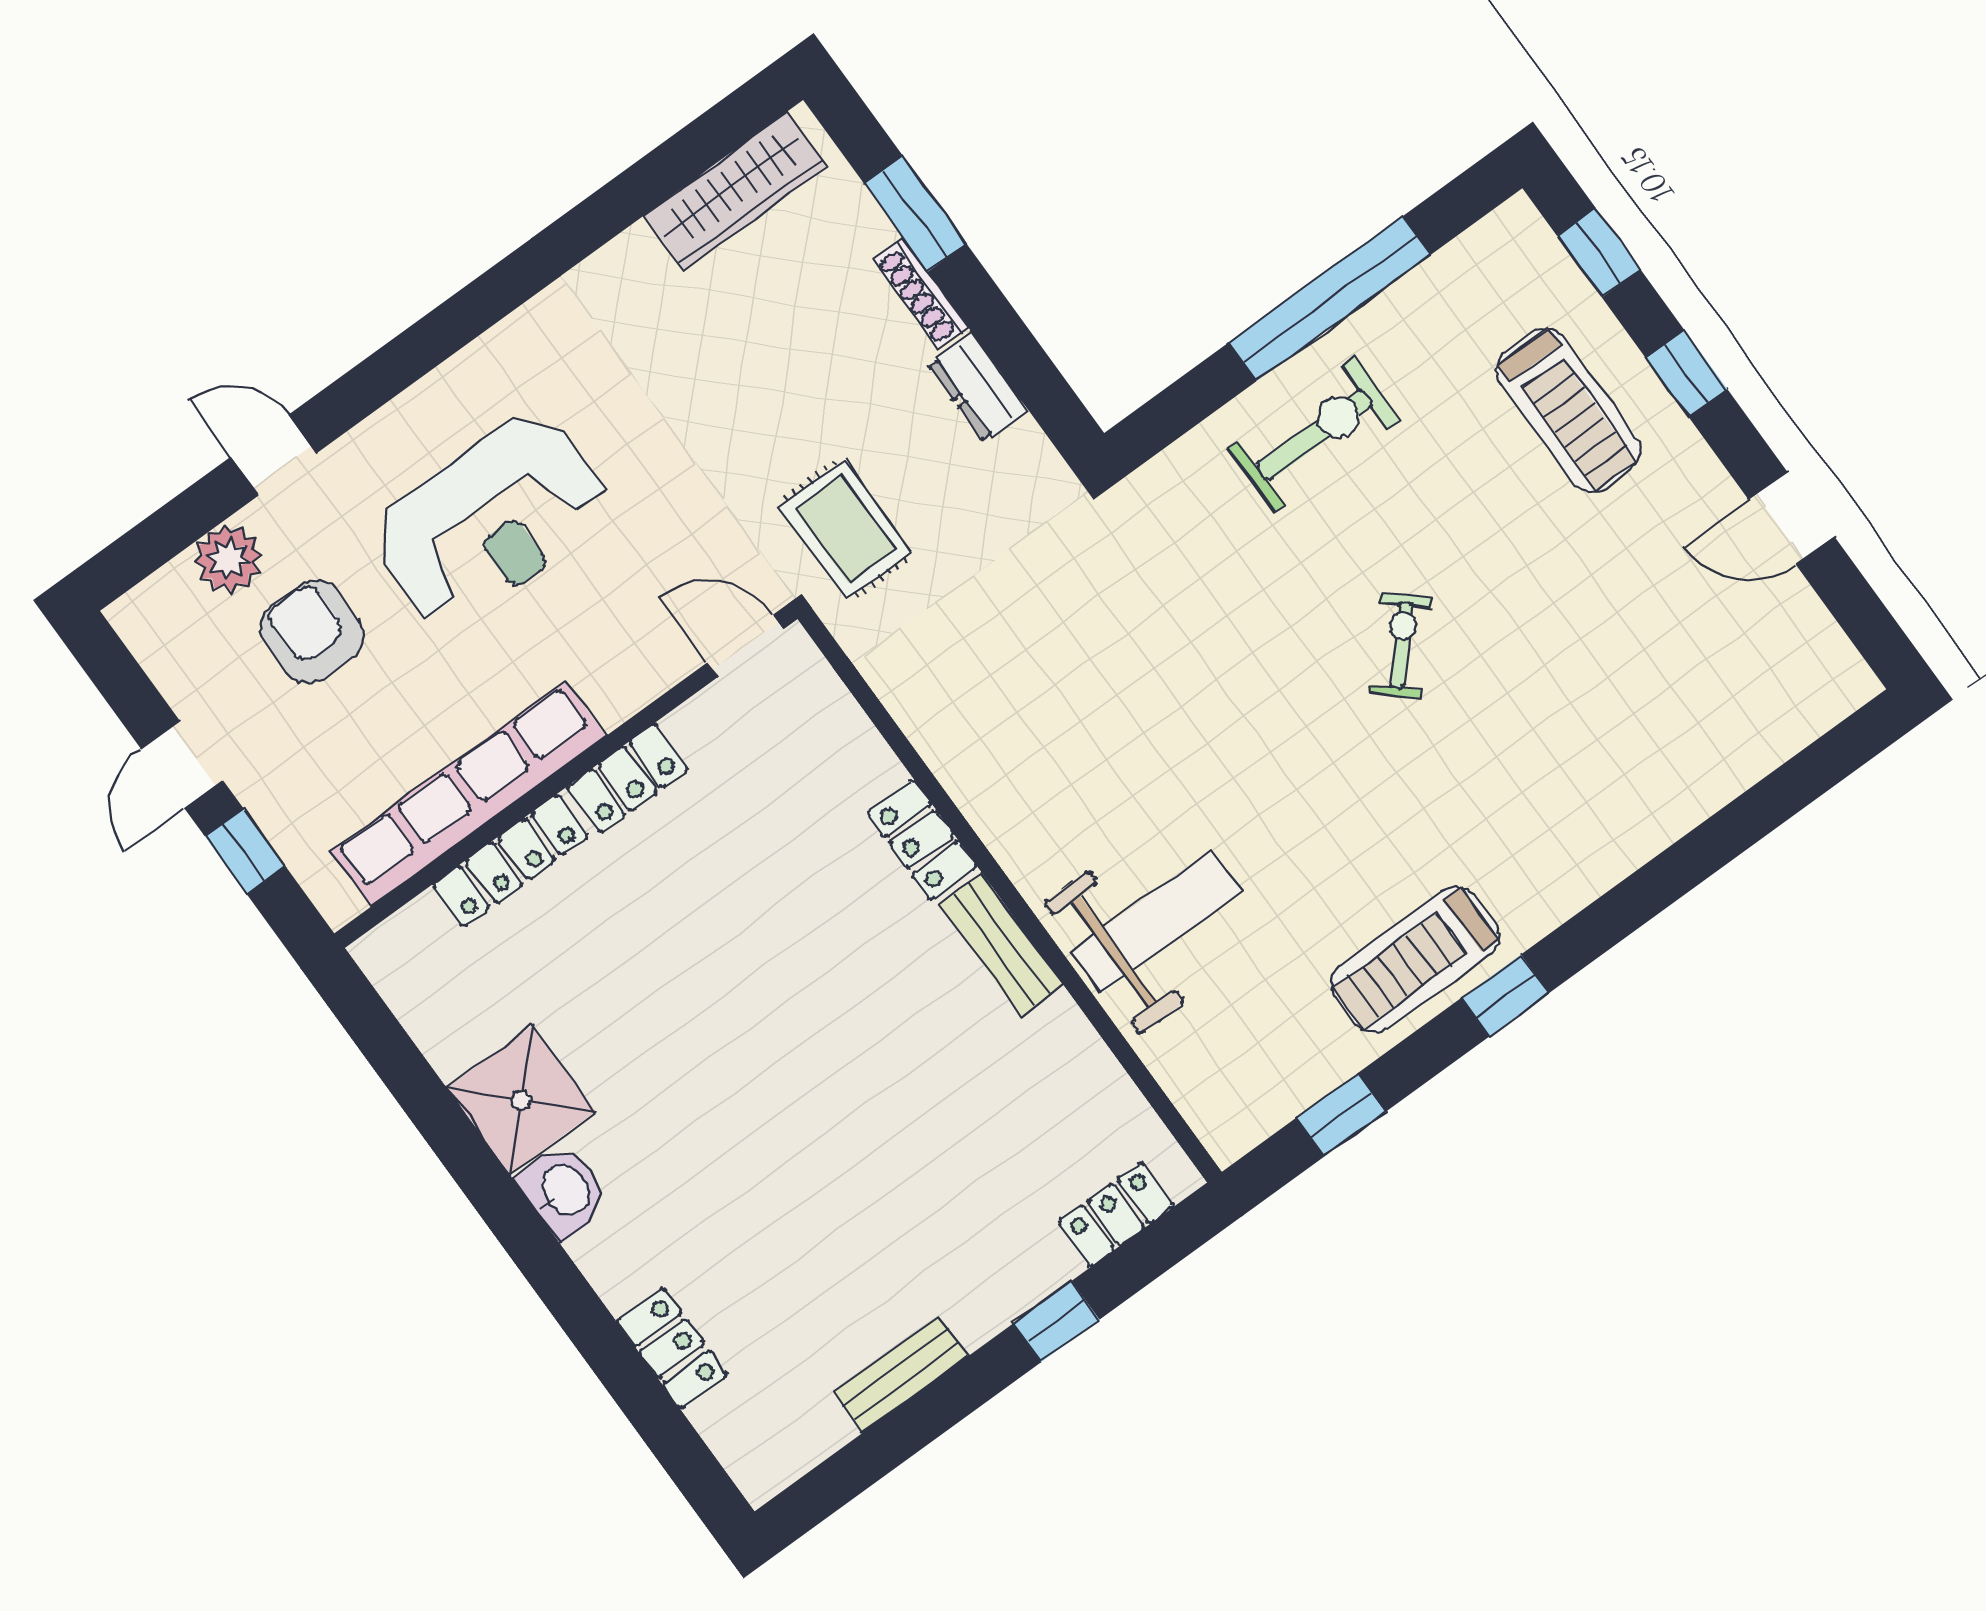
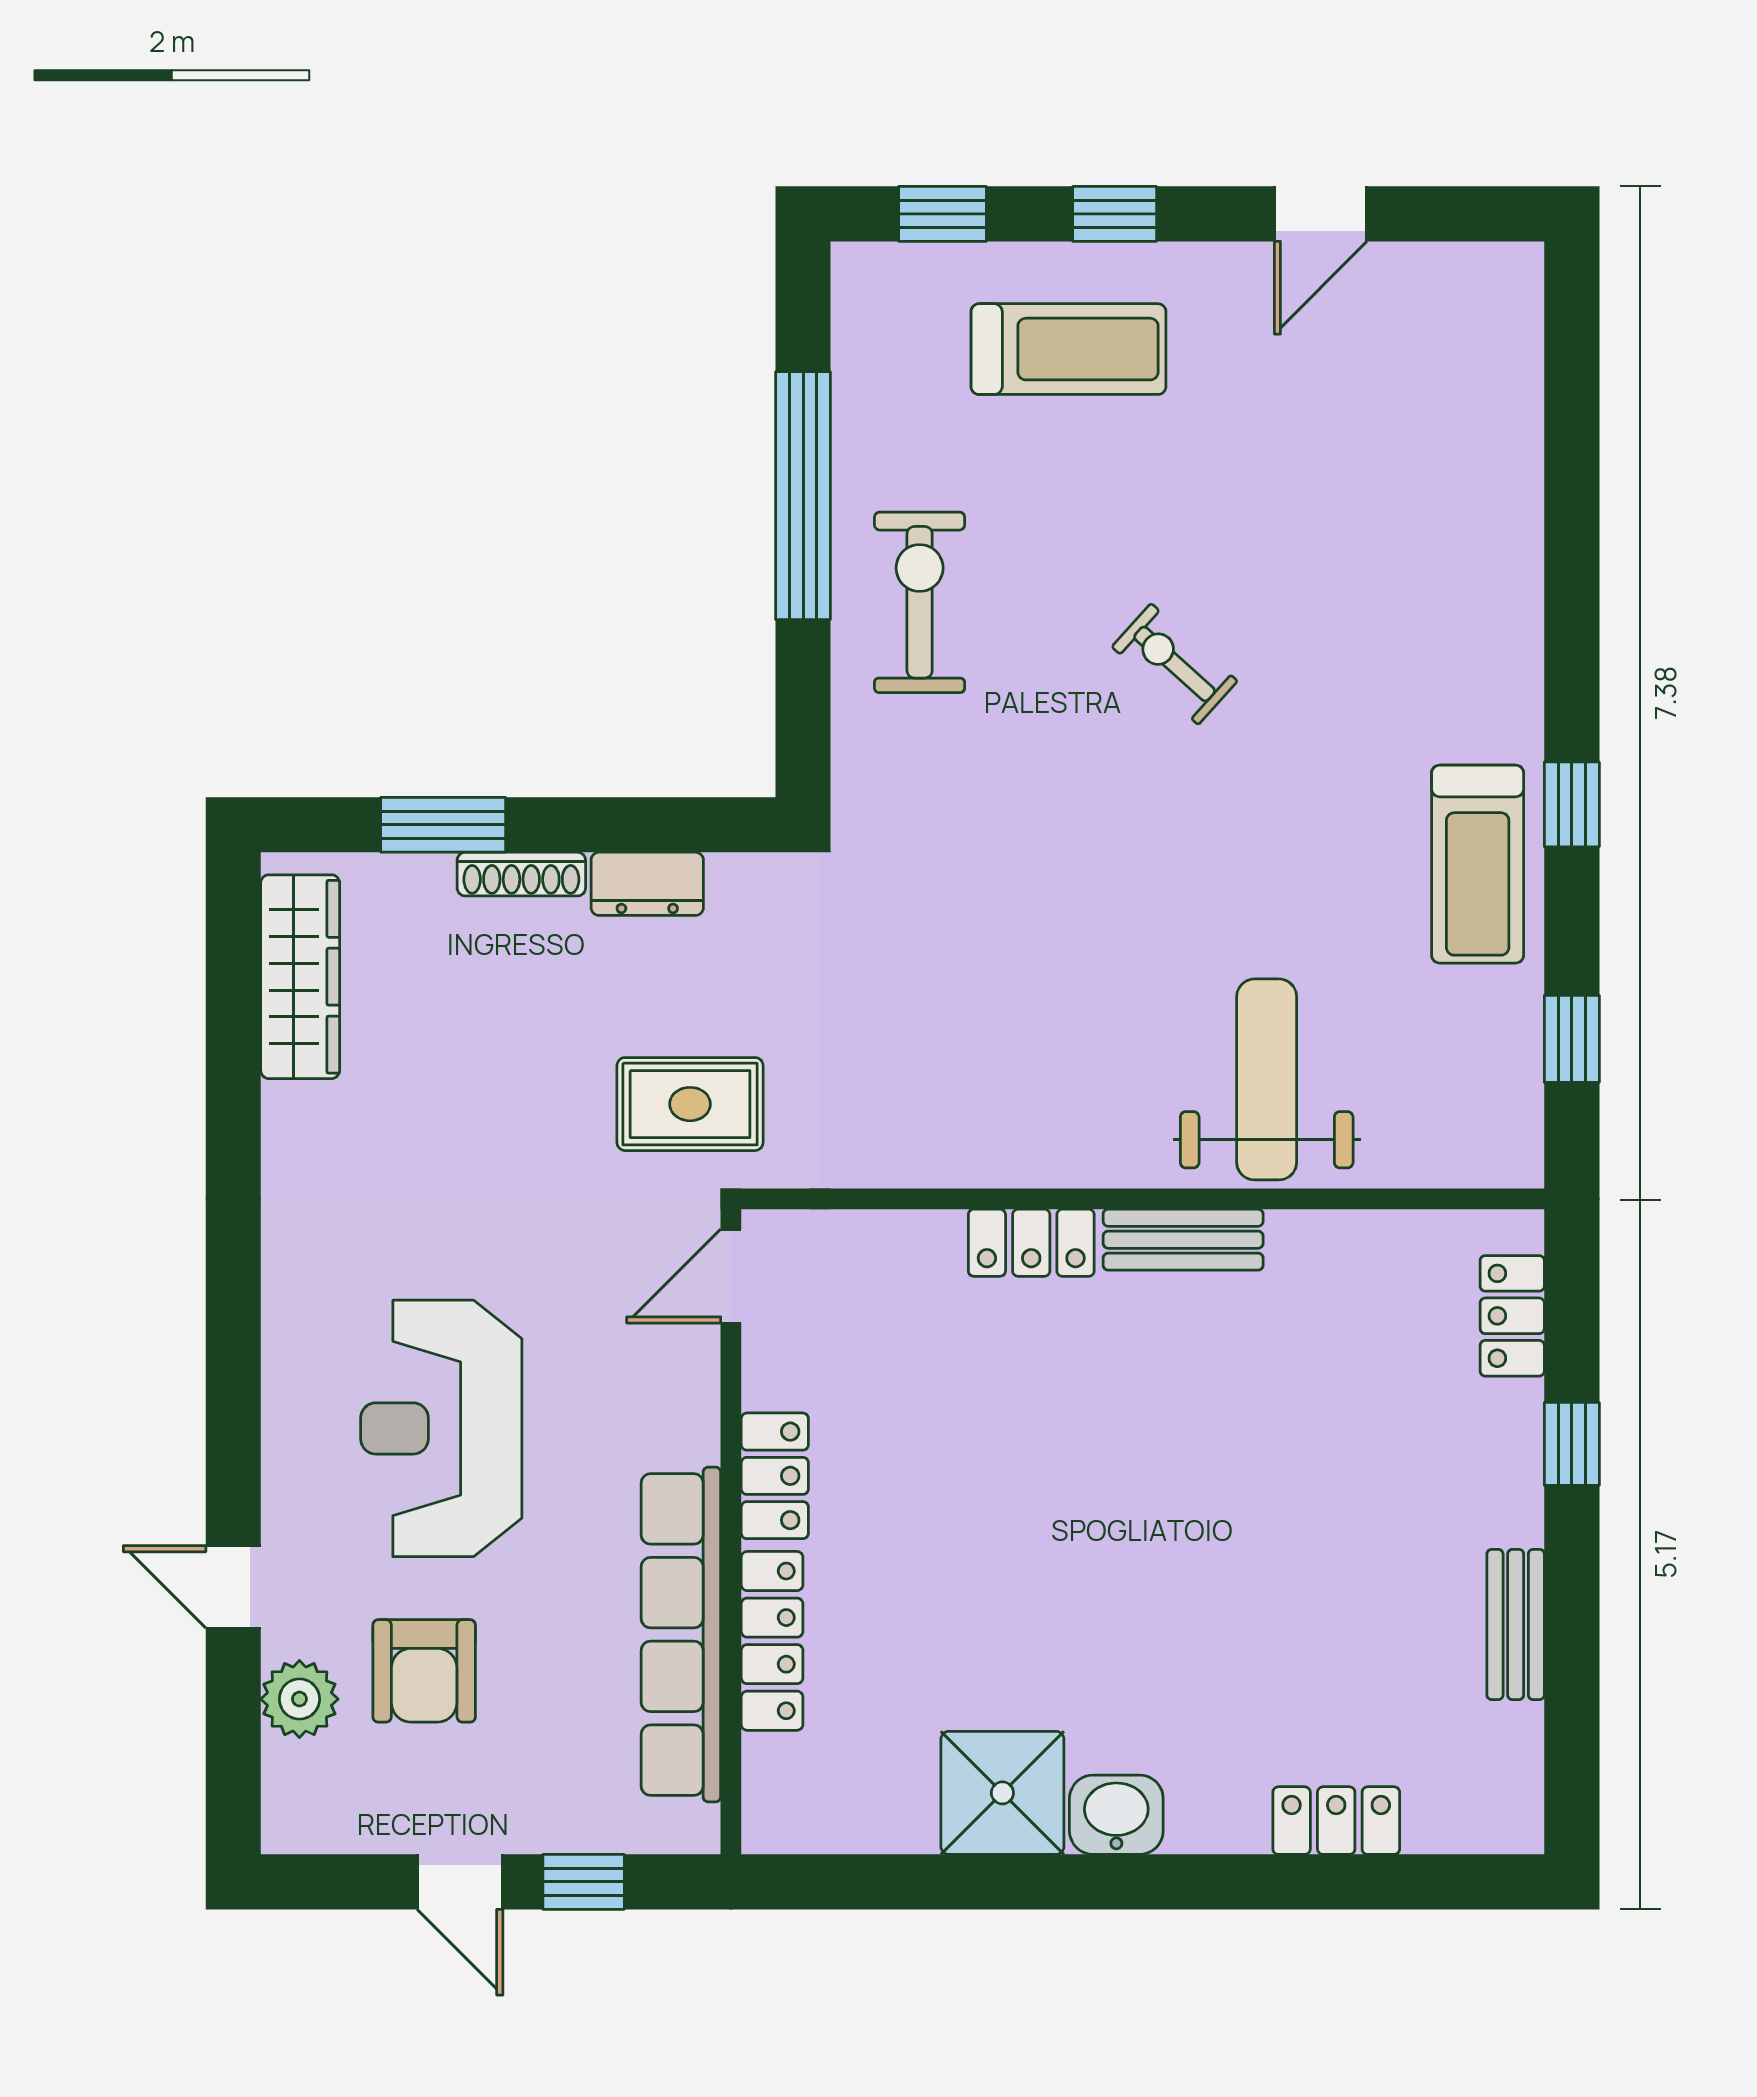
door: (273, 455) -> (233, 1587), hinge flipped
reception desk: (491, 520) -> (441, 1428), turned 180
armchair: (312, 632) -> (424, 1671), turned -90

